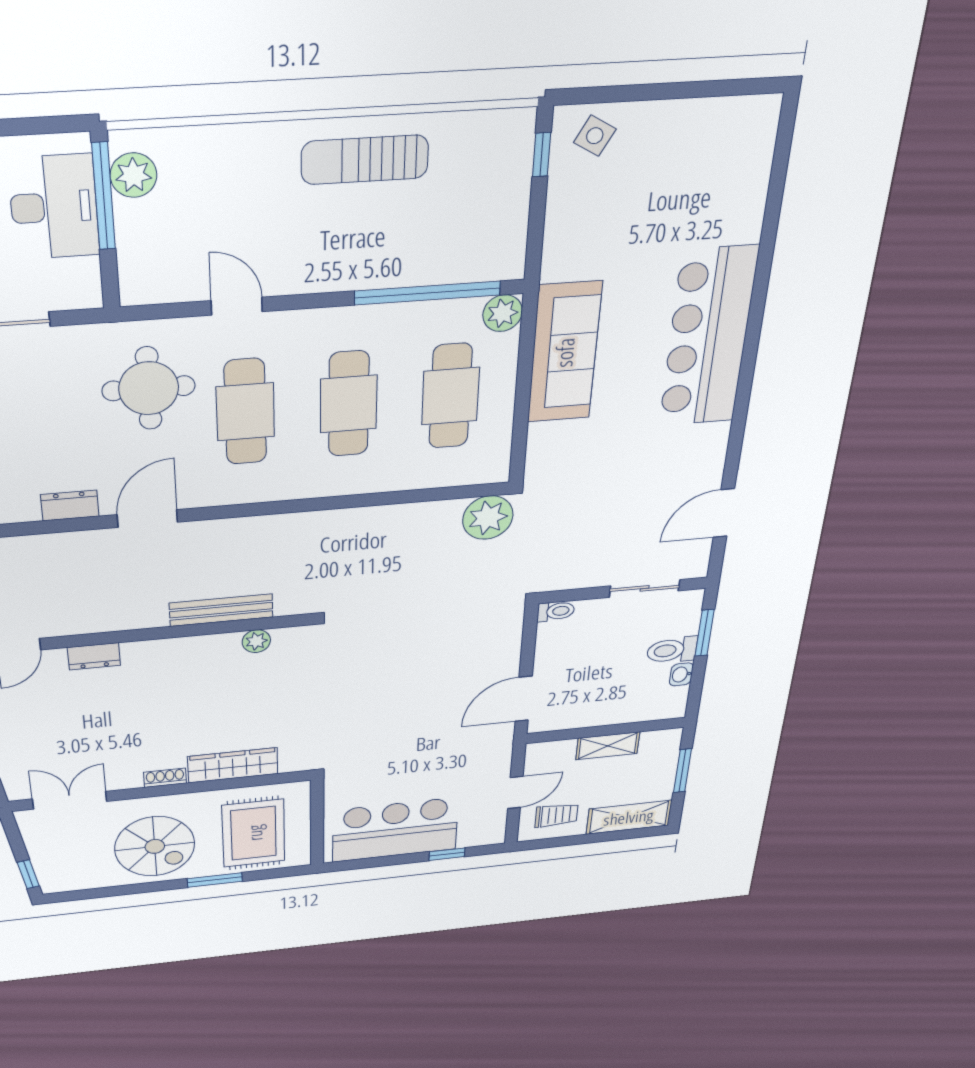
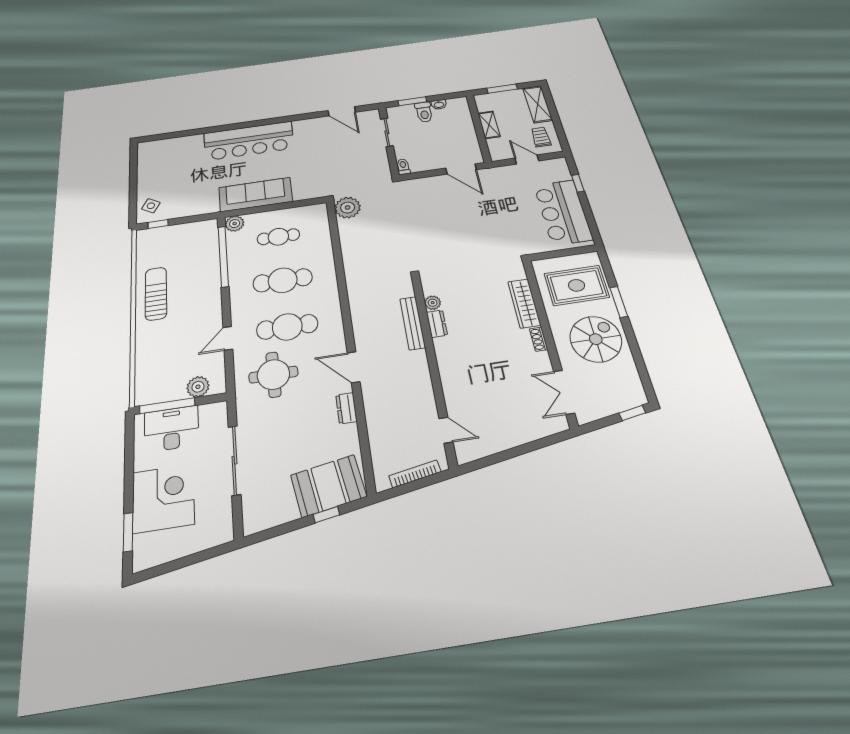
sun lounger: (365, 160) -> (156, 294), turned 180
plant: (133, 175) -> (198, 387), moved
cafe table: (450, 396) -> (278, 237), width x0.73, depth x0.74
dresser: (94, 656) -> (437, 324), moved

